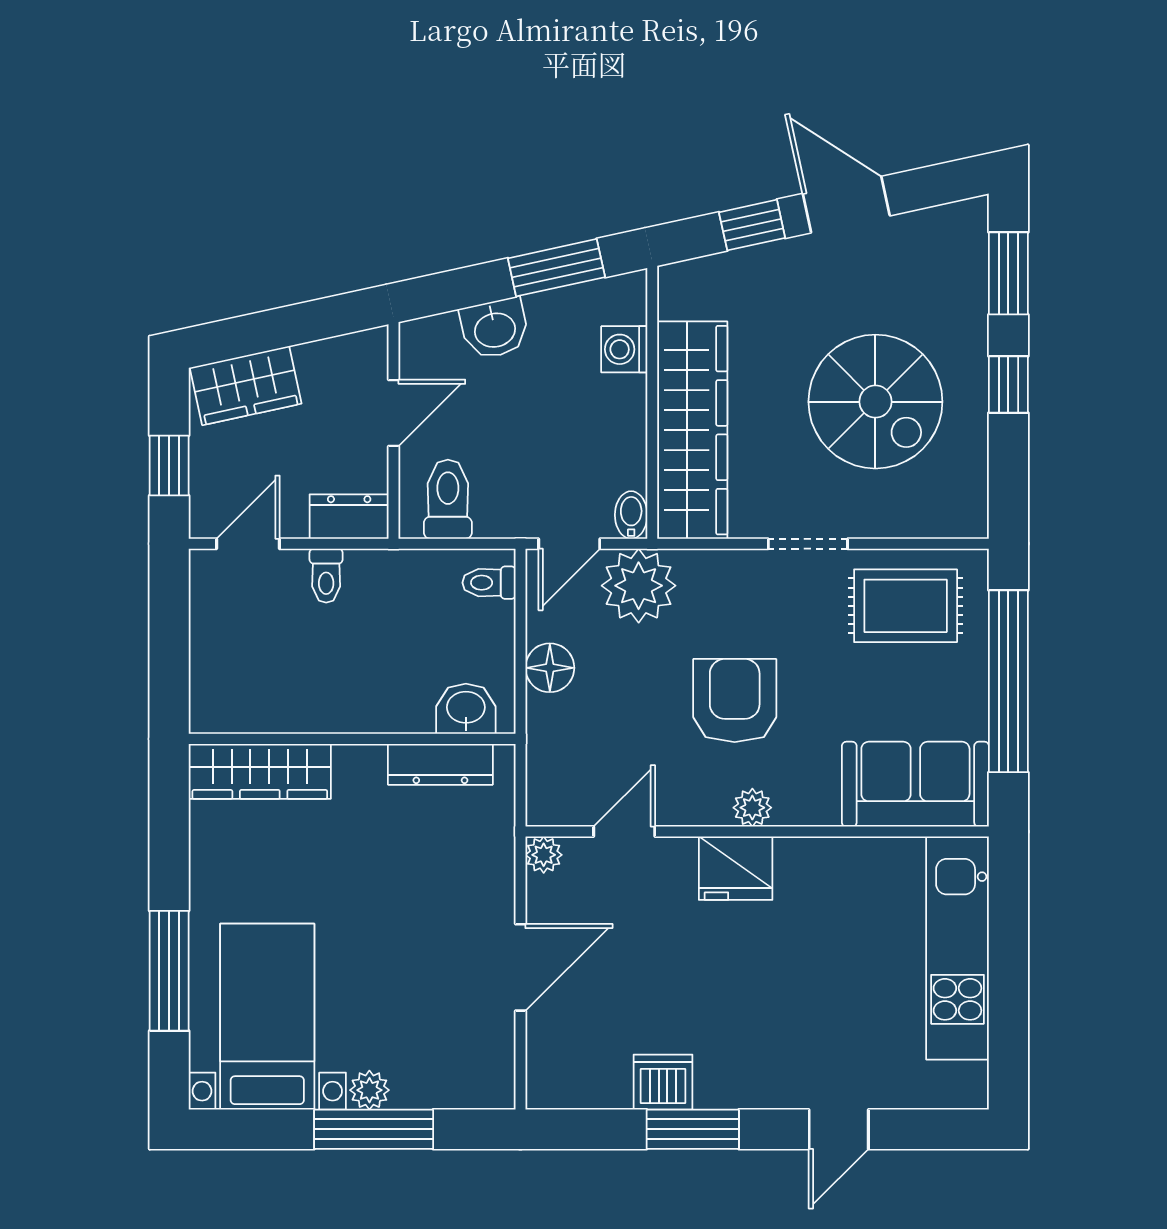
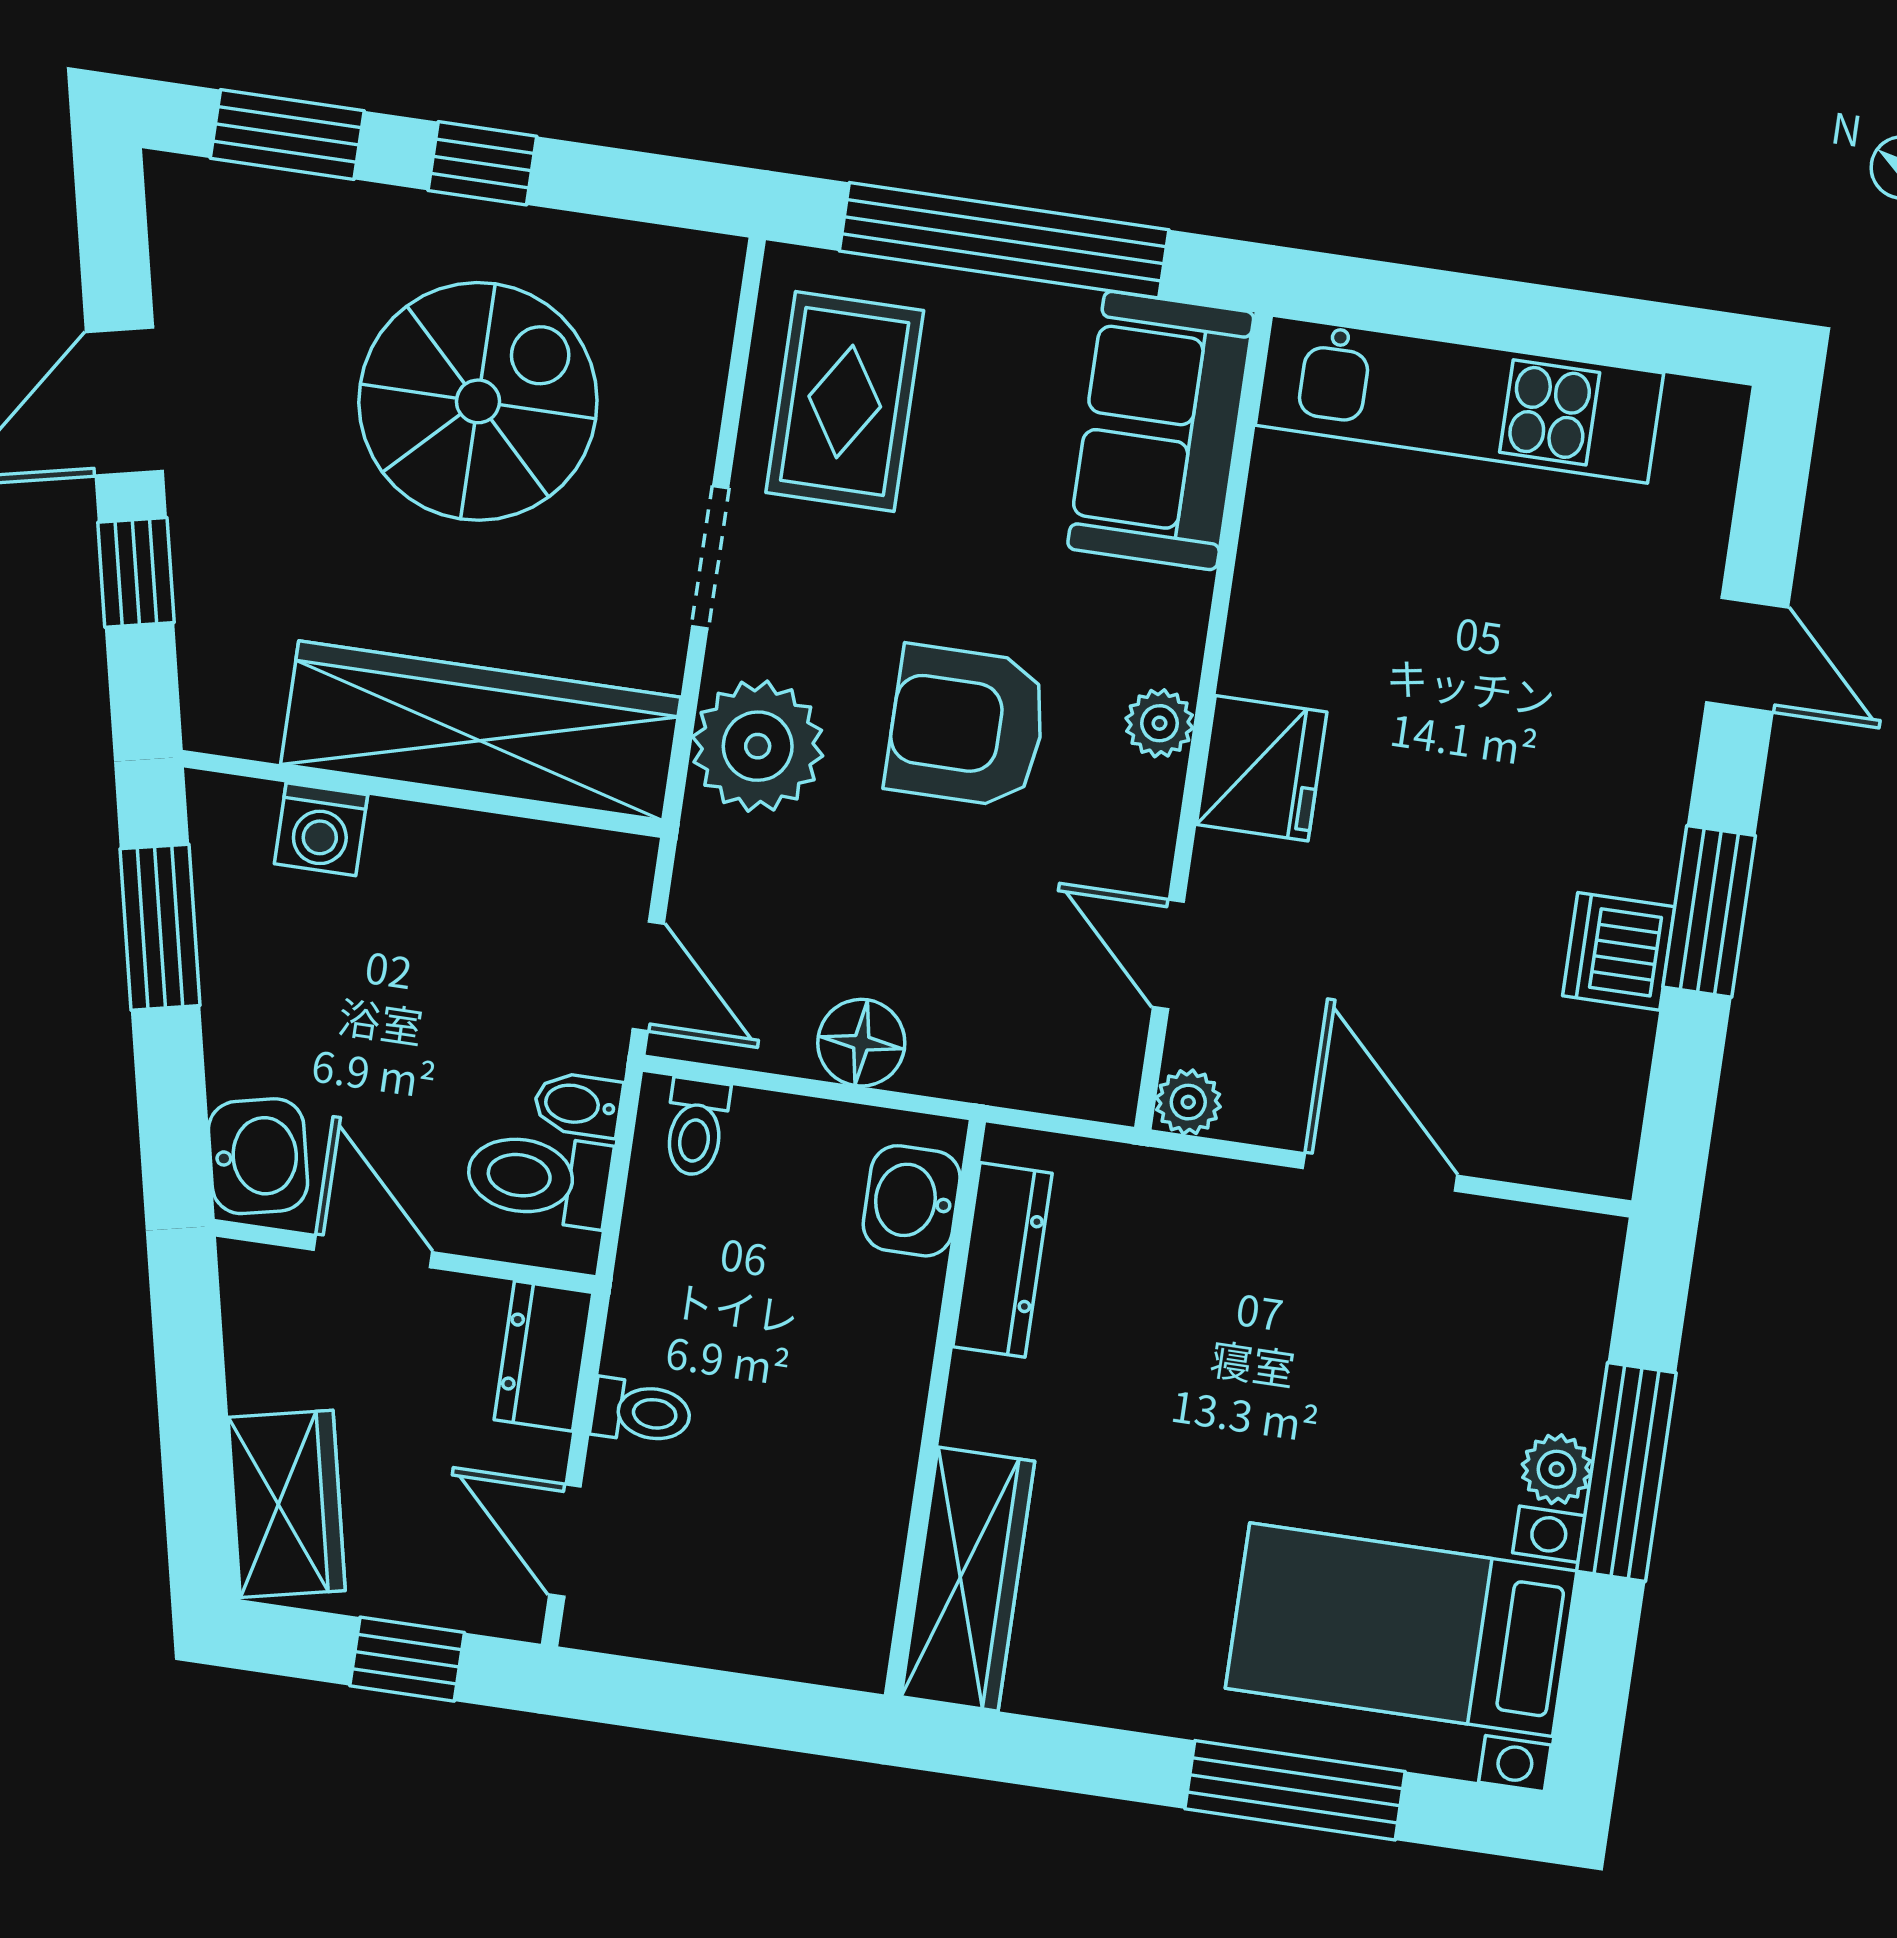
washbasin: (495, 329) -> (258, 1156), moved
bidet: (631, 515) -> (578, 1105), moved
plant: (639, 586) -> (758, 746), moved

